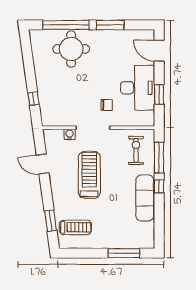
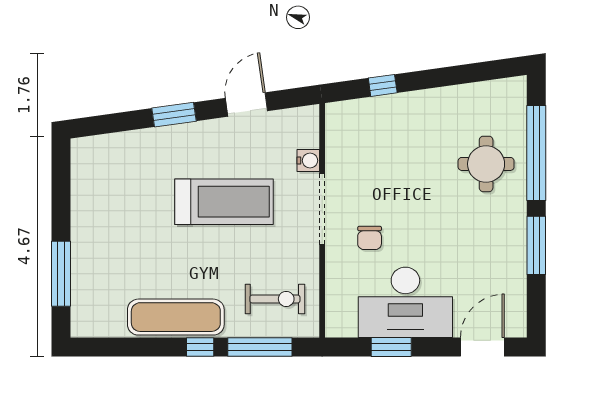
round table: (71, 49) -> (486, 164), width x0.73, depth x0.73
window: (51, 221) -> (174, 115), moved
treadmill: (75, 227) -> (115, 173), removed

